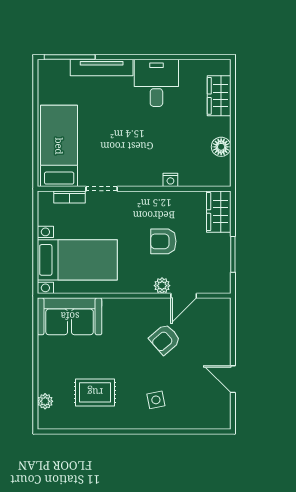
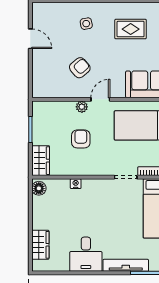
floor lamp: (221, 147) -> (39, 188), moved
armchair: (163, 241) -> (81, 139), turned -90
door: (184, 296) -> (100, 99), moved

